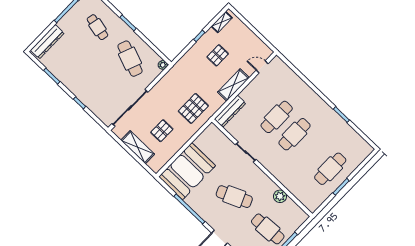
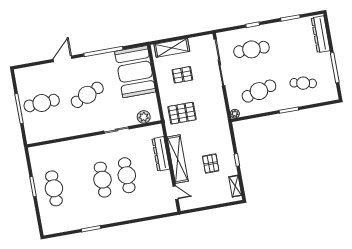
cafe table: (130, 59) -> (259, 91), turned -36
door: (262, 67) -> (176, 193), hinge flipped
shelving: (233, 85) -> (178, 159), width x1.47
cafe table: (100, 89) -> (251, 49), added
pallet: (193, 108) -> (182, 113), turned 90
dresser: (230, 111) -> (161, 154), moved
pallet: (162, 131) -> (182, 75), turned 90
shelving: (138, 147) -> (172, 48), moved
plant: (280, 196) -> (144, 117), moved

